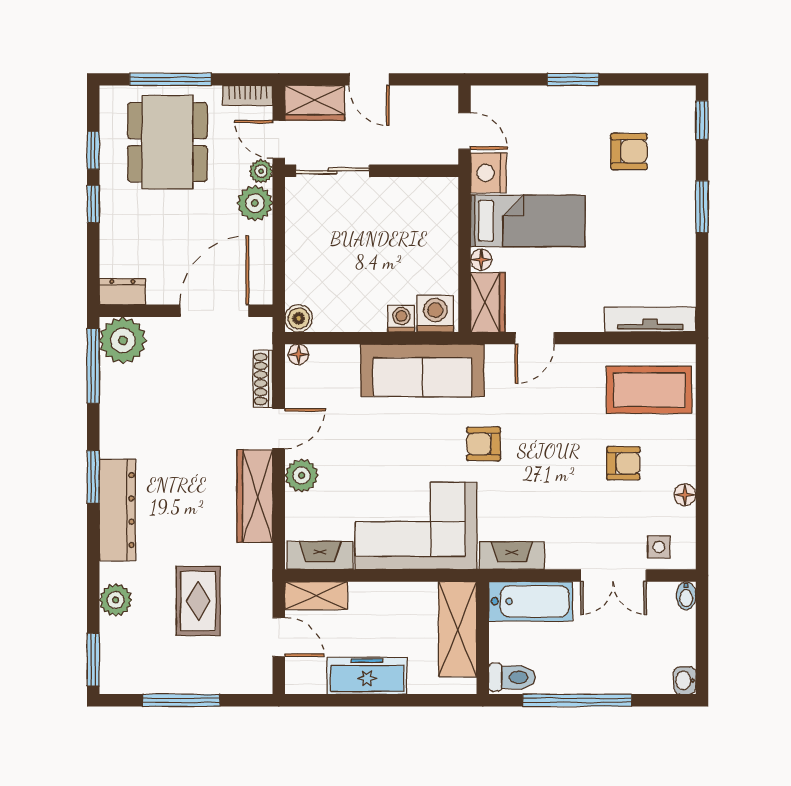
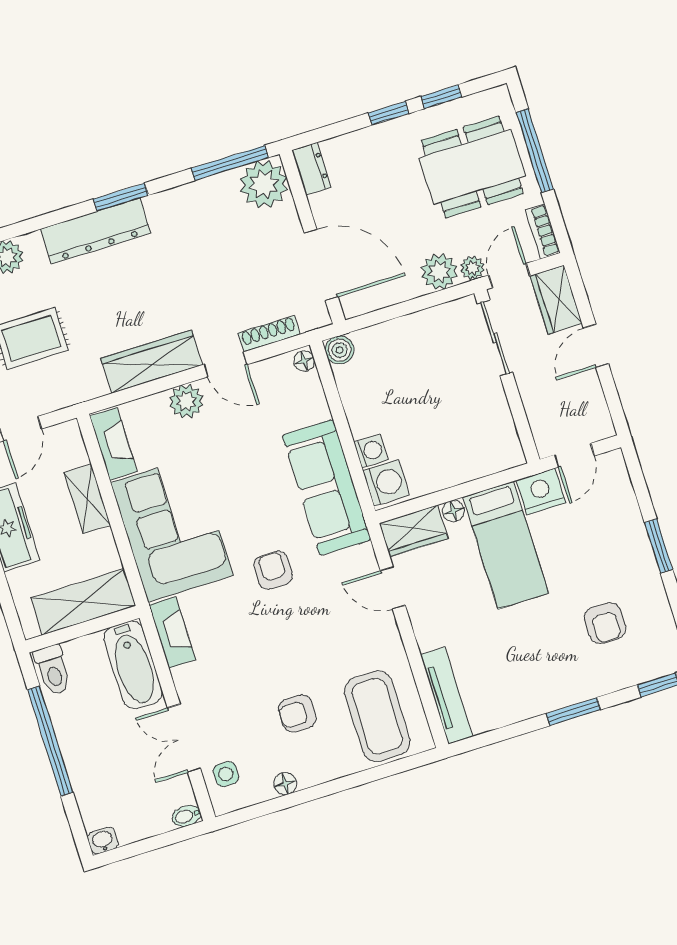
armchair: (623, 463) -> (297, 713), turned 90
shelving: (316, 596) -> (87, 499), moved

